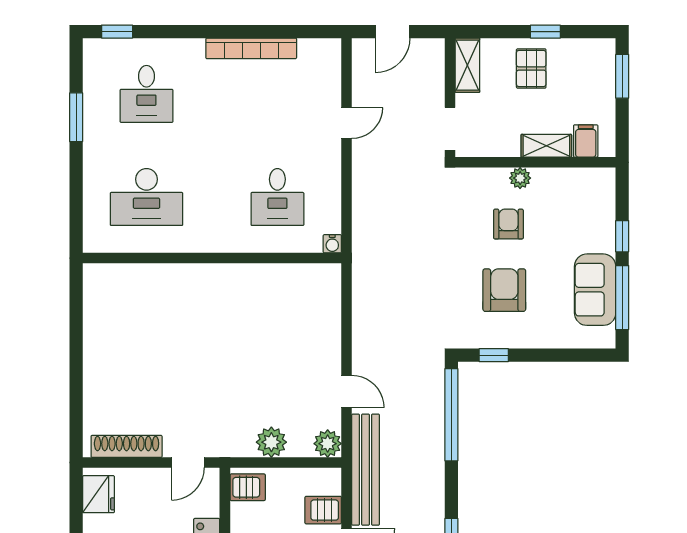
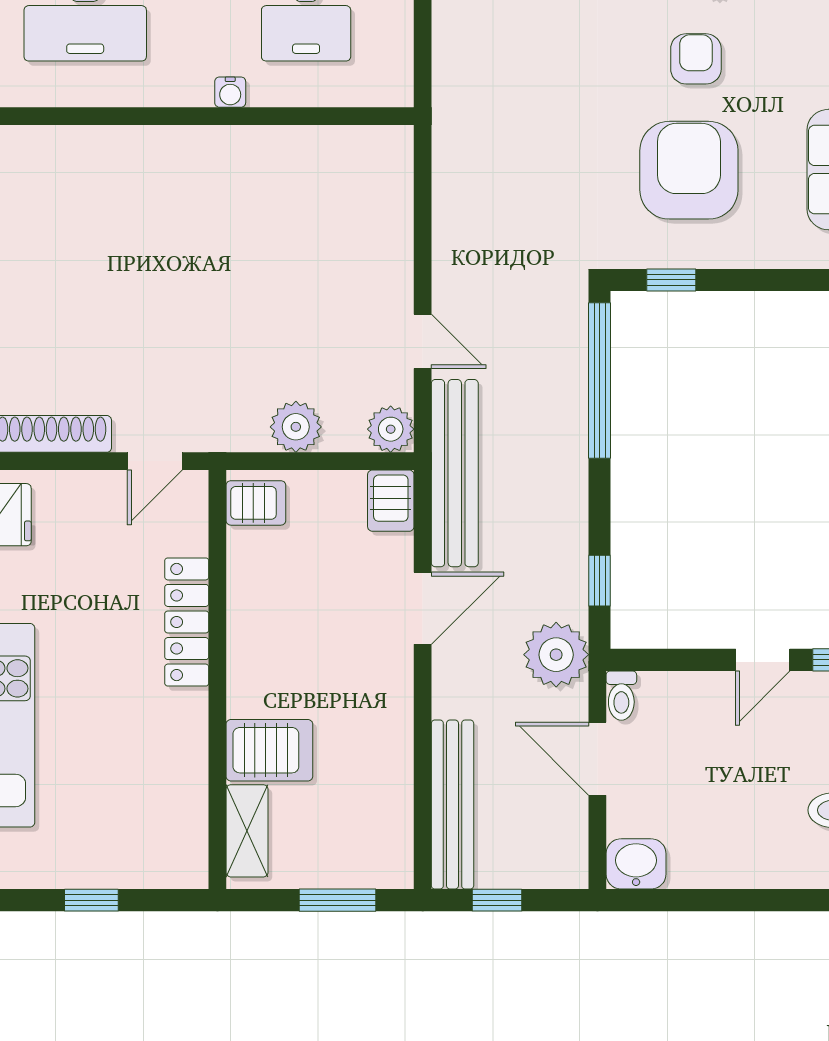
water cooler: (332, 244) -> (230, 92), moved
armchair: (504, 290) -> (689, 170), width x1.36, depth x1.36
server rack: (323, 510) -> (391, 501), moved, turned -90

